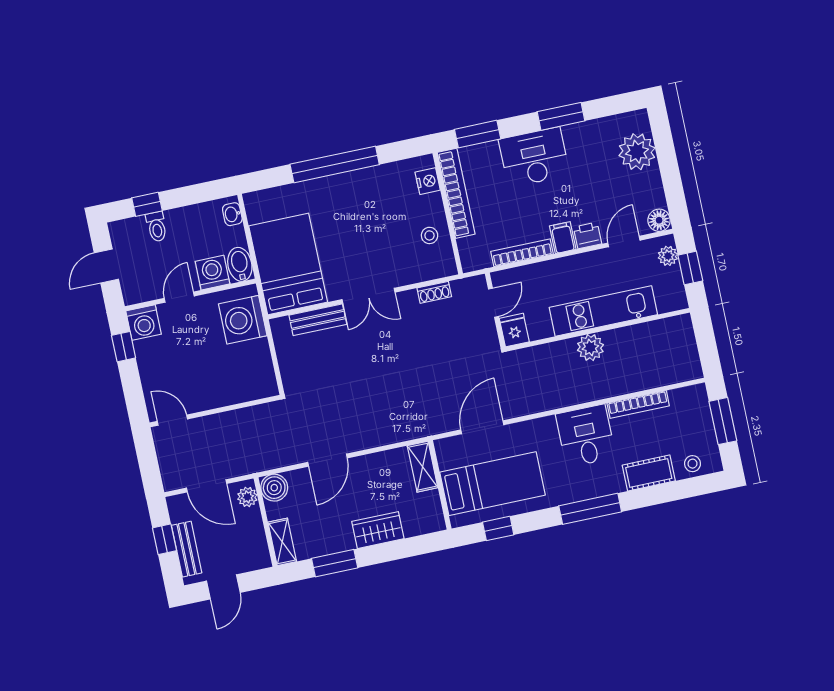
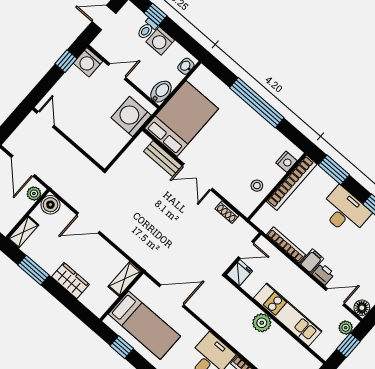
washing machine: (212, 273) -> (160, 41), moved, turned 180

